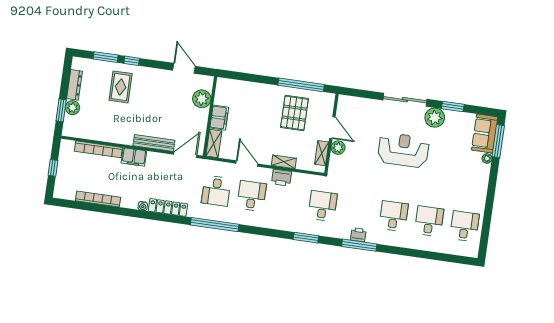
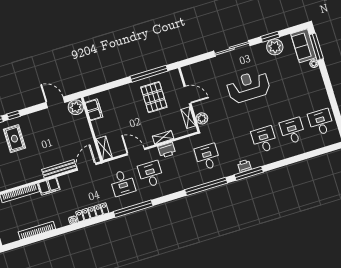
plant: (202, 99) -> (76, 107), moved
filing cabinet: (219, 118) -> (94, 110), moved
plant: (435, 118) -> (275, 47), moved
plant: (338, 148) -> (202, 118), moved
window: (306, 238) -> (206, 186), width x2.11

